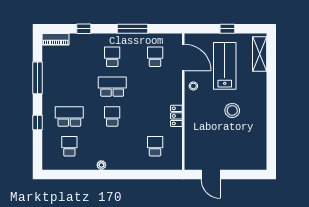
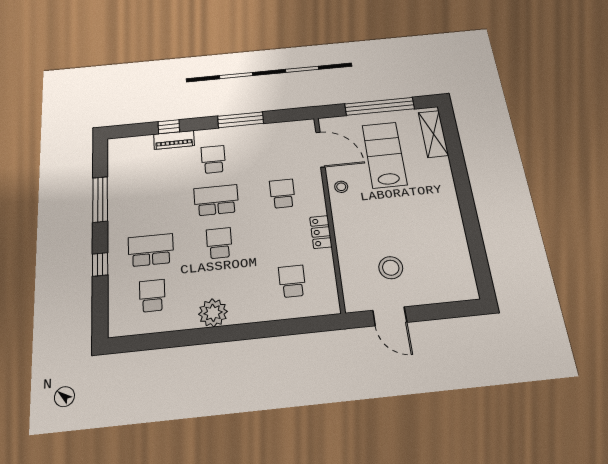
window: (227, 29) -> (380, 106), width x3.17
piano: (56, 39) -> (174, 140), moved
school desk: (155, 57) -> (282, 194), moved
stool: (232, 110) -> (391, 268), moved
plant: (101, 165) -> (213, 313), width x1.88, depth x1.88

